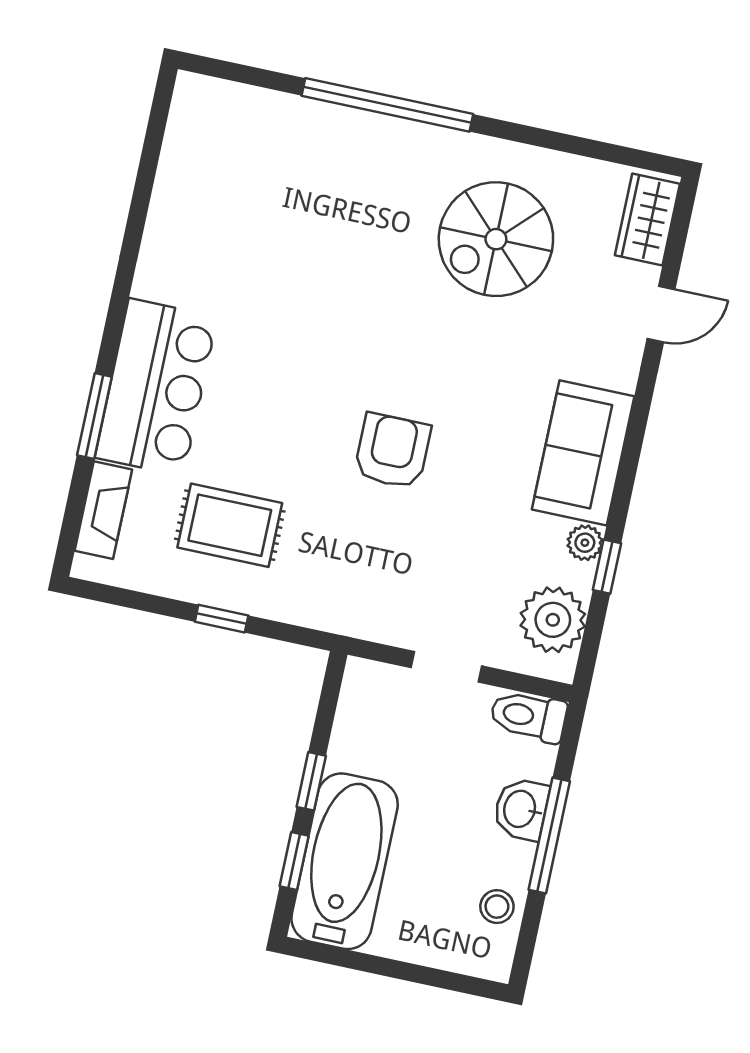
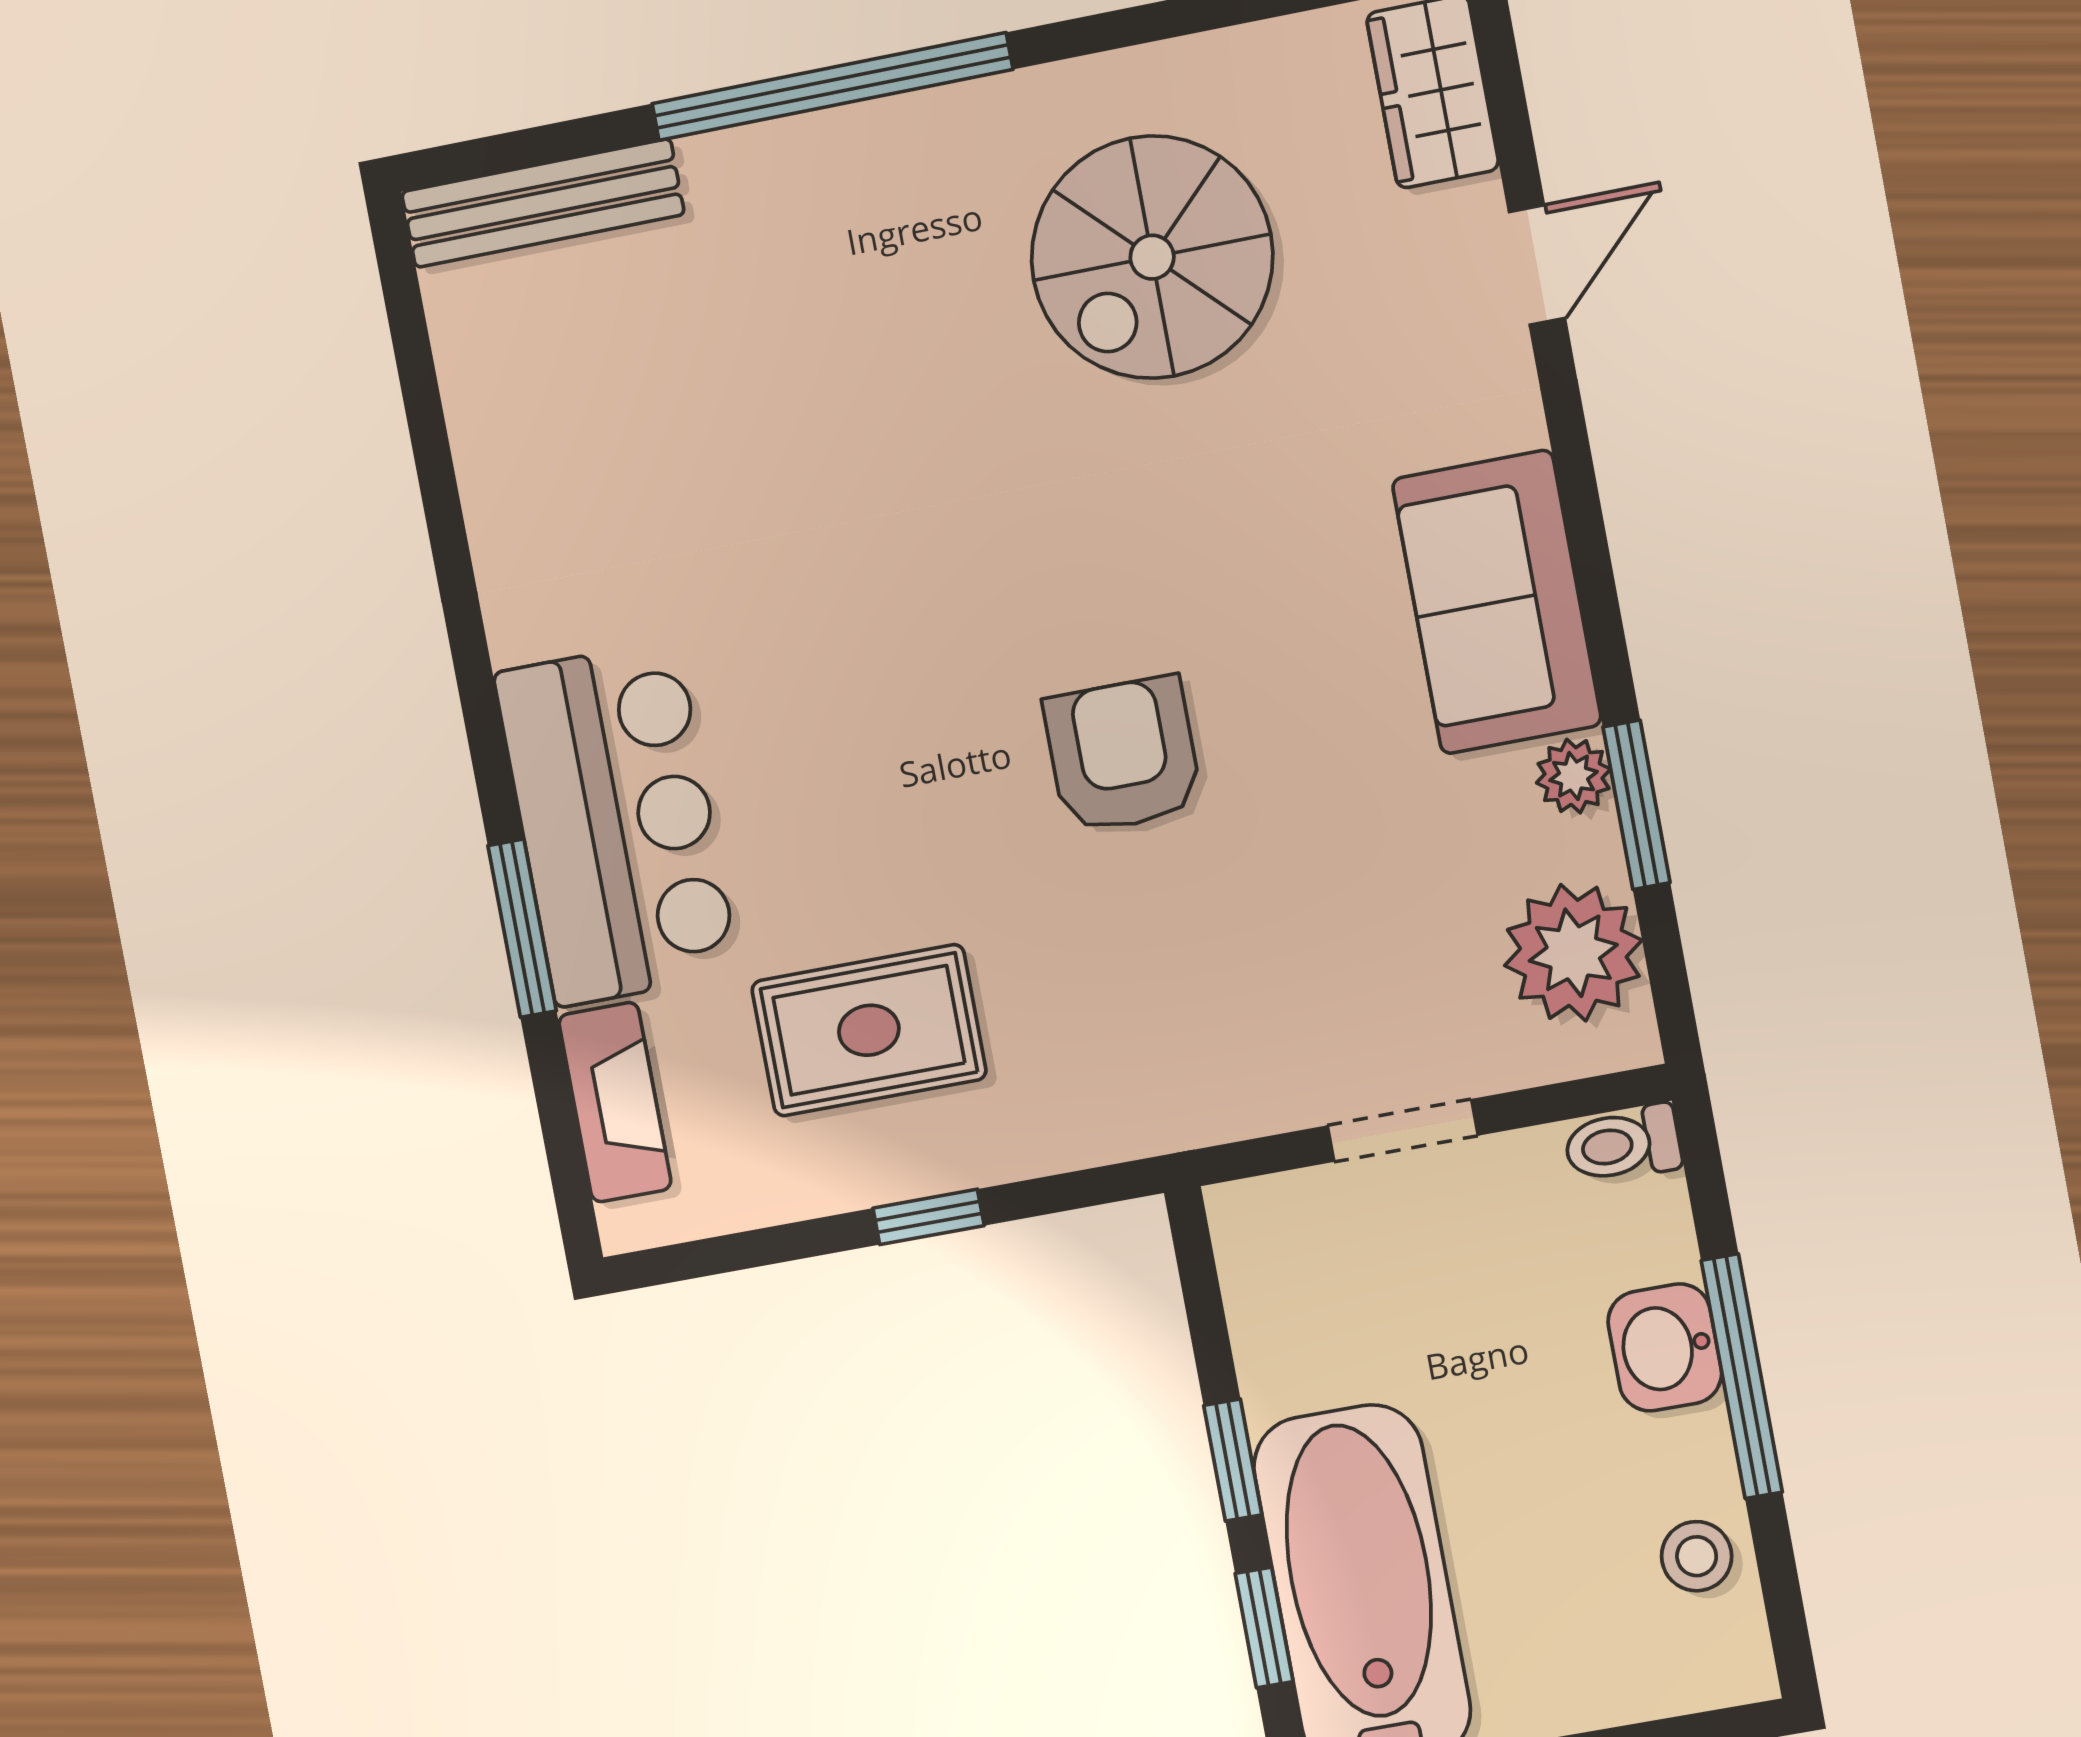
bench: (239, 101) -> (543, 203), added
window: (607, 567) -> (1636, 805), width x1.50
toilet: (528, 716) -> (1623, 1144), width x0.73, depth x0.72

